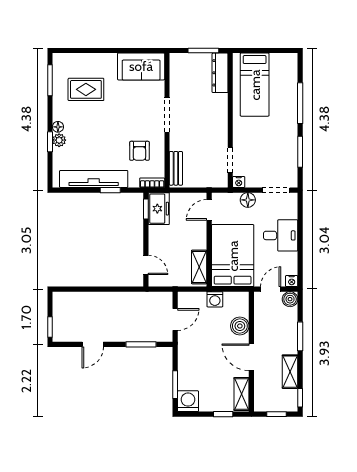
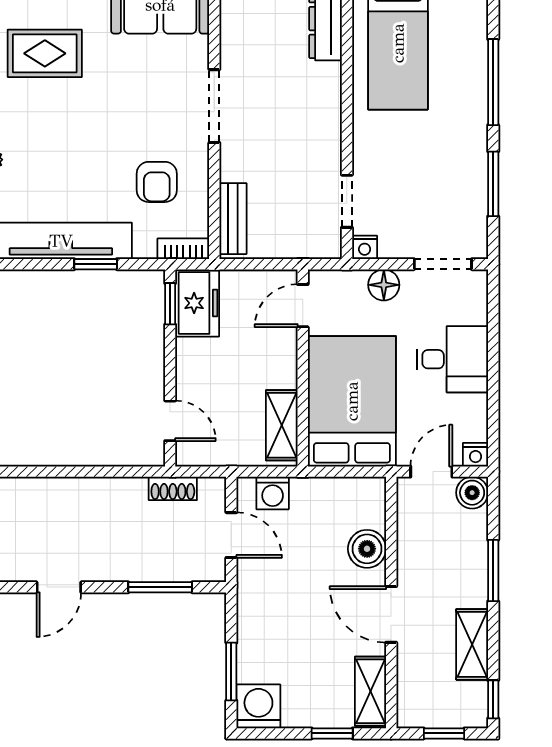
shoe rack: (147, 297) -> (173, 488), added
washing machine: (215, 299) -> (273, 493), moved
door: (175, 319) -> (231, 535), hinge flipped

